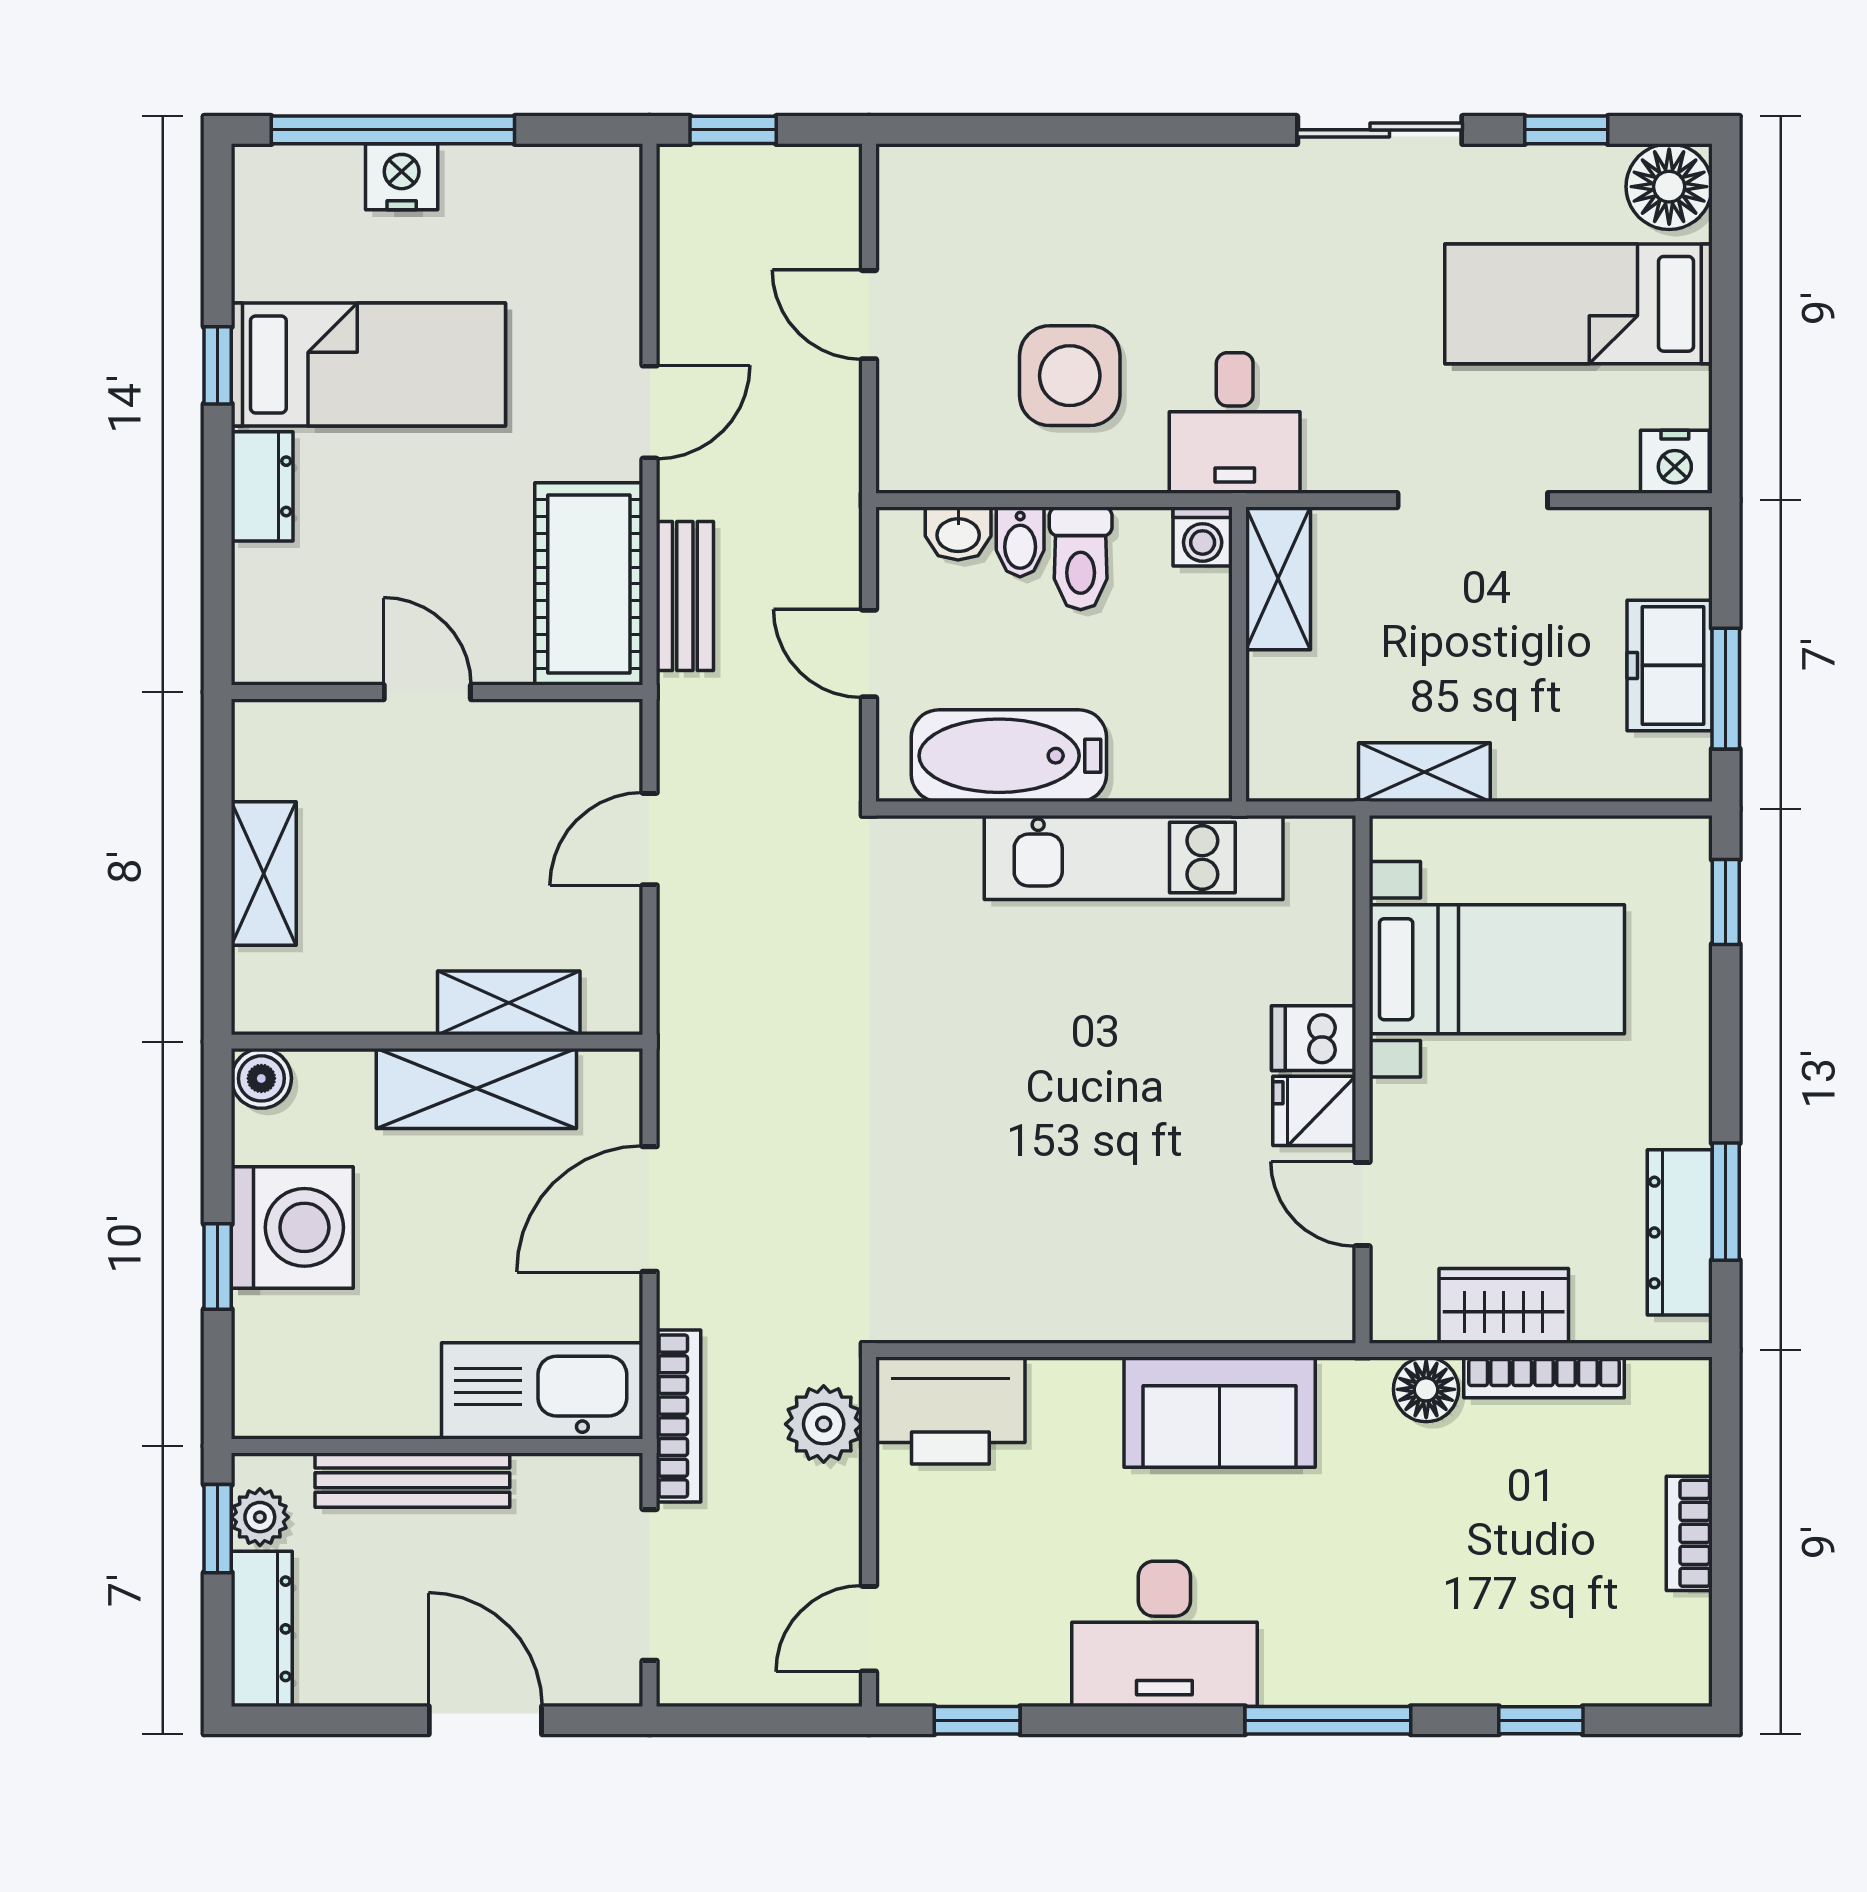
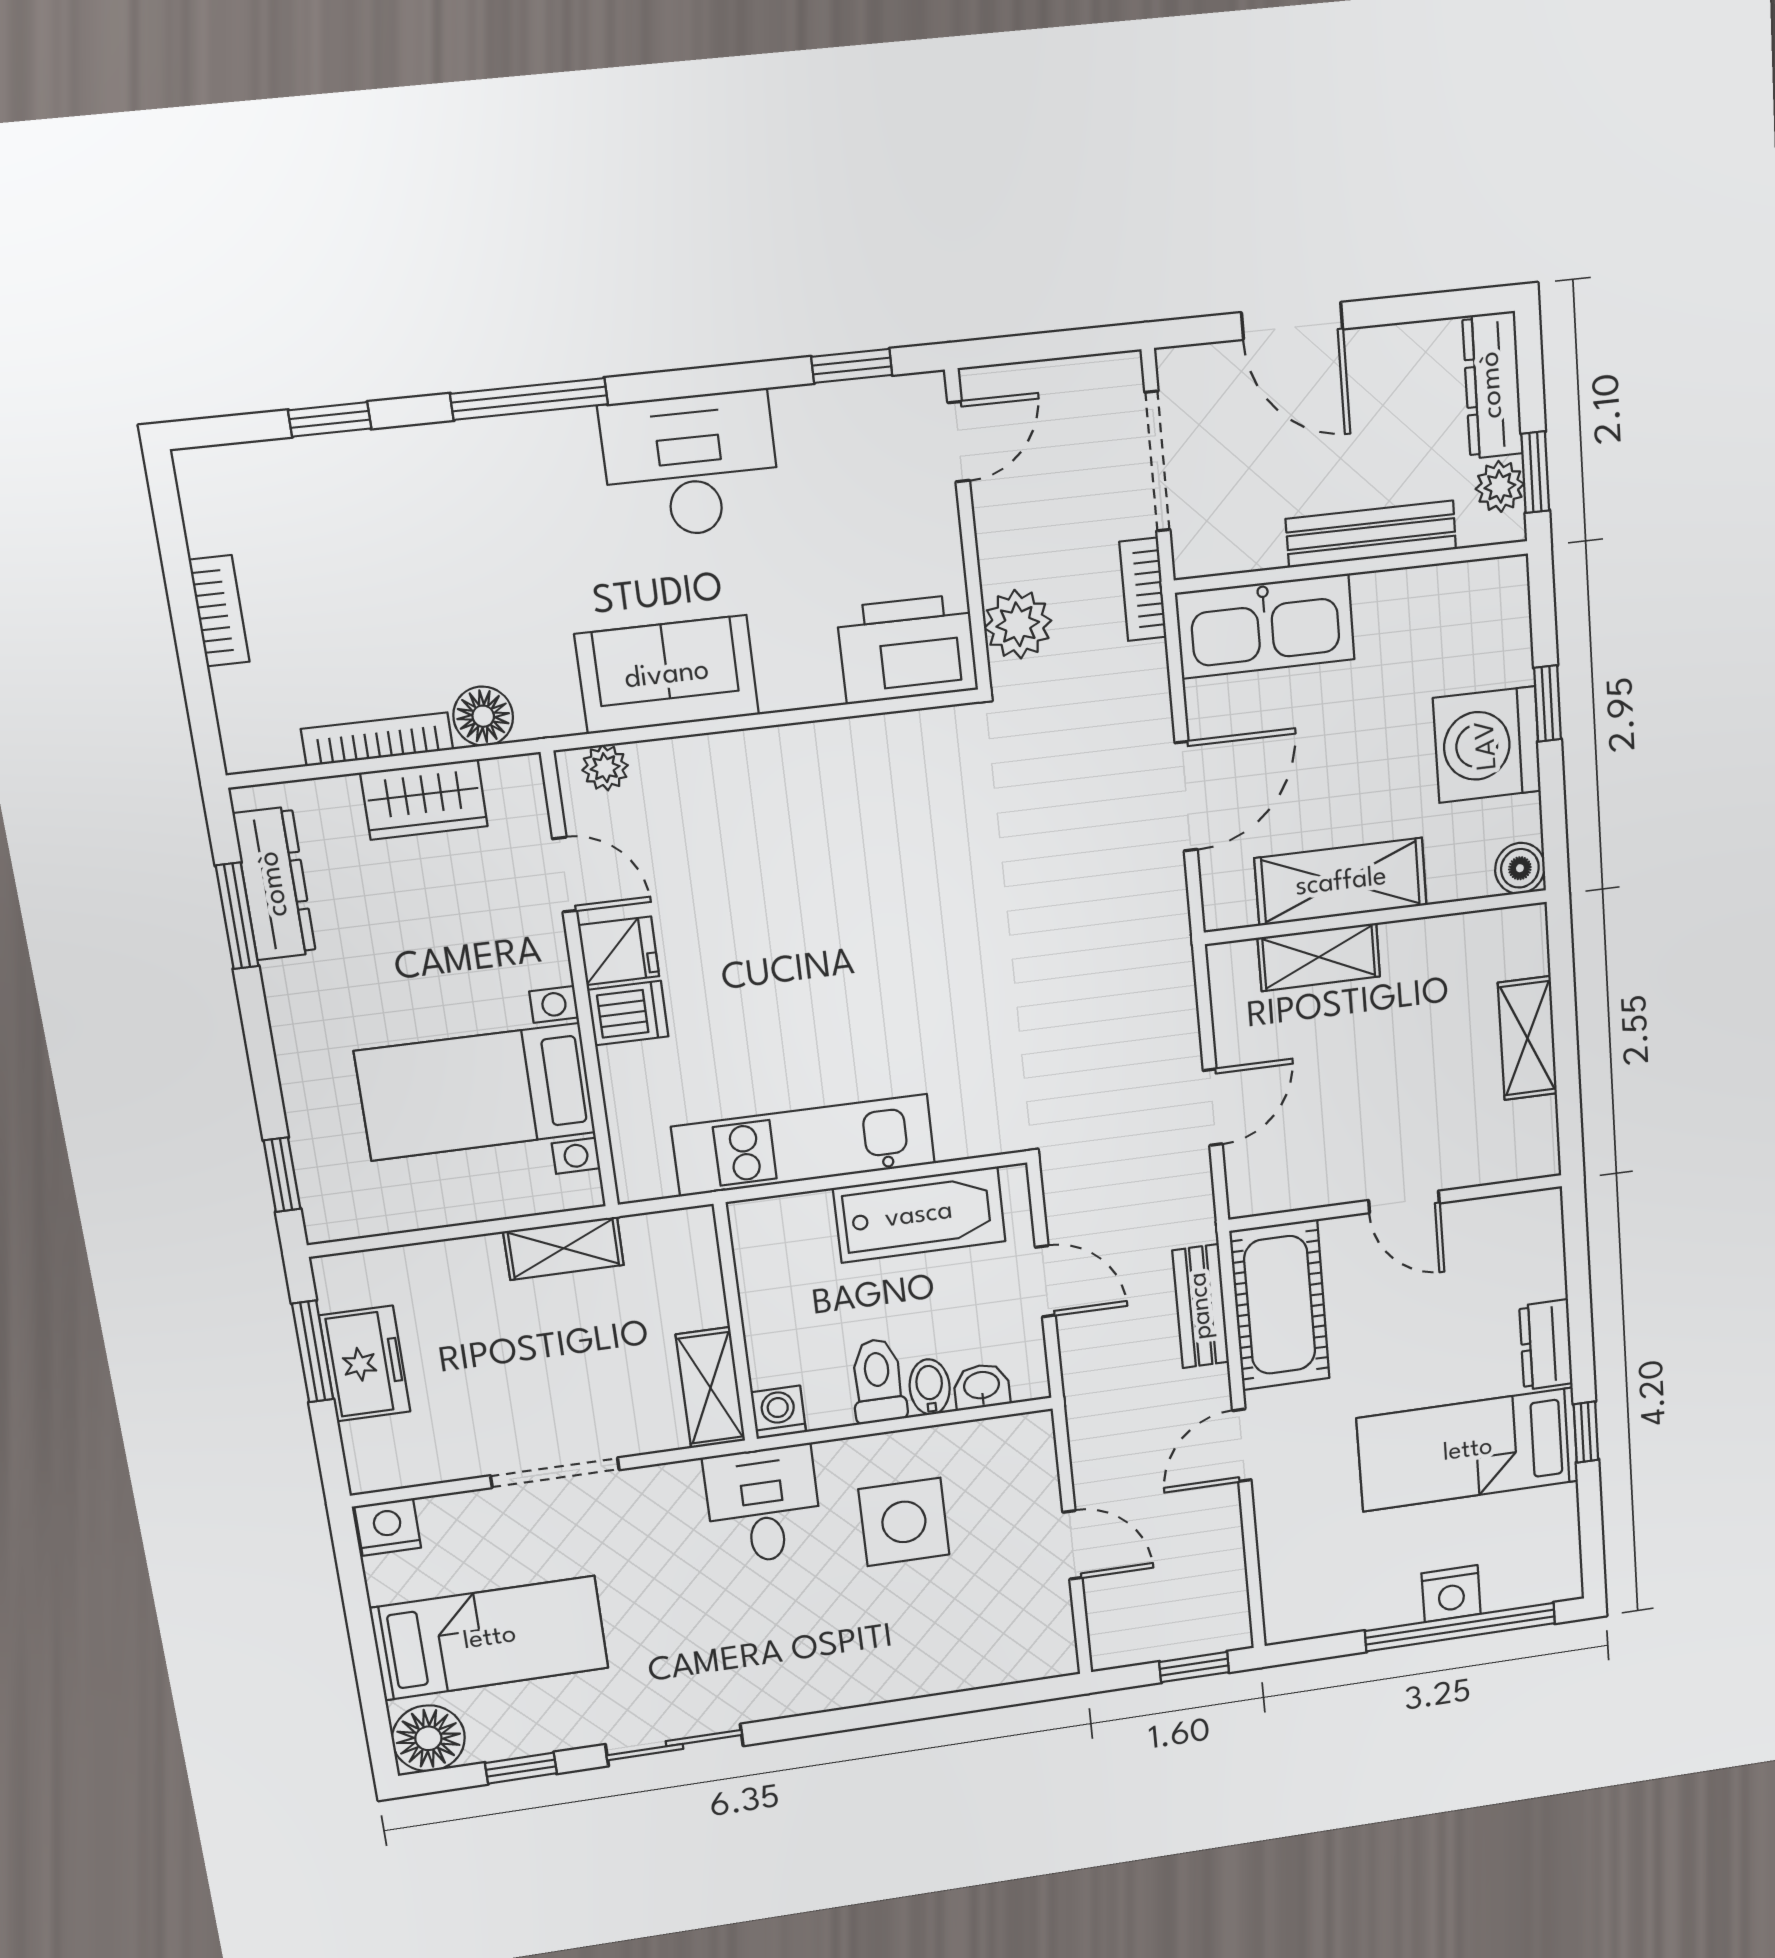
plant: (1301, 1318) -> (605, 768), added
bookcase: (678, 1416) -> (1143, 589), width x0.64

